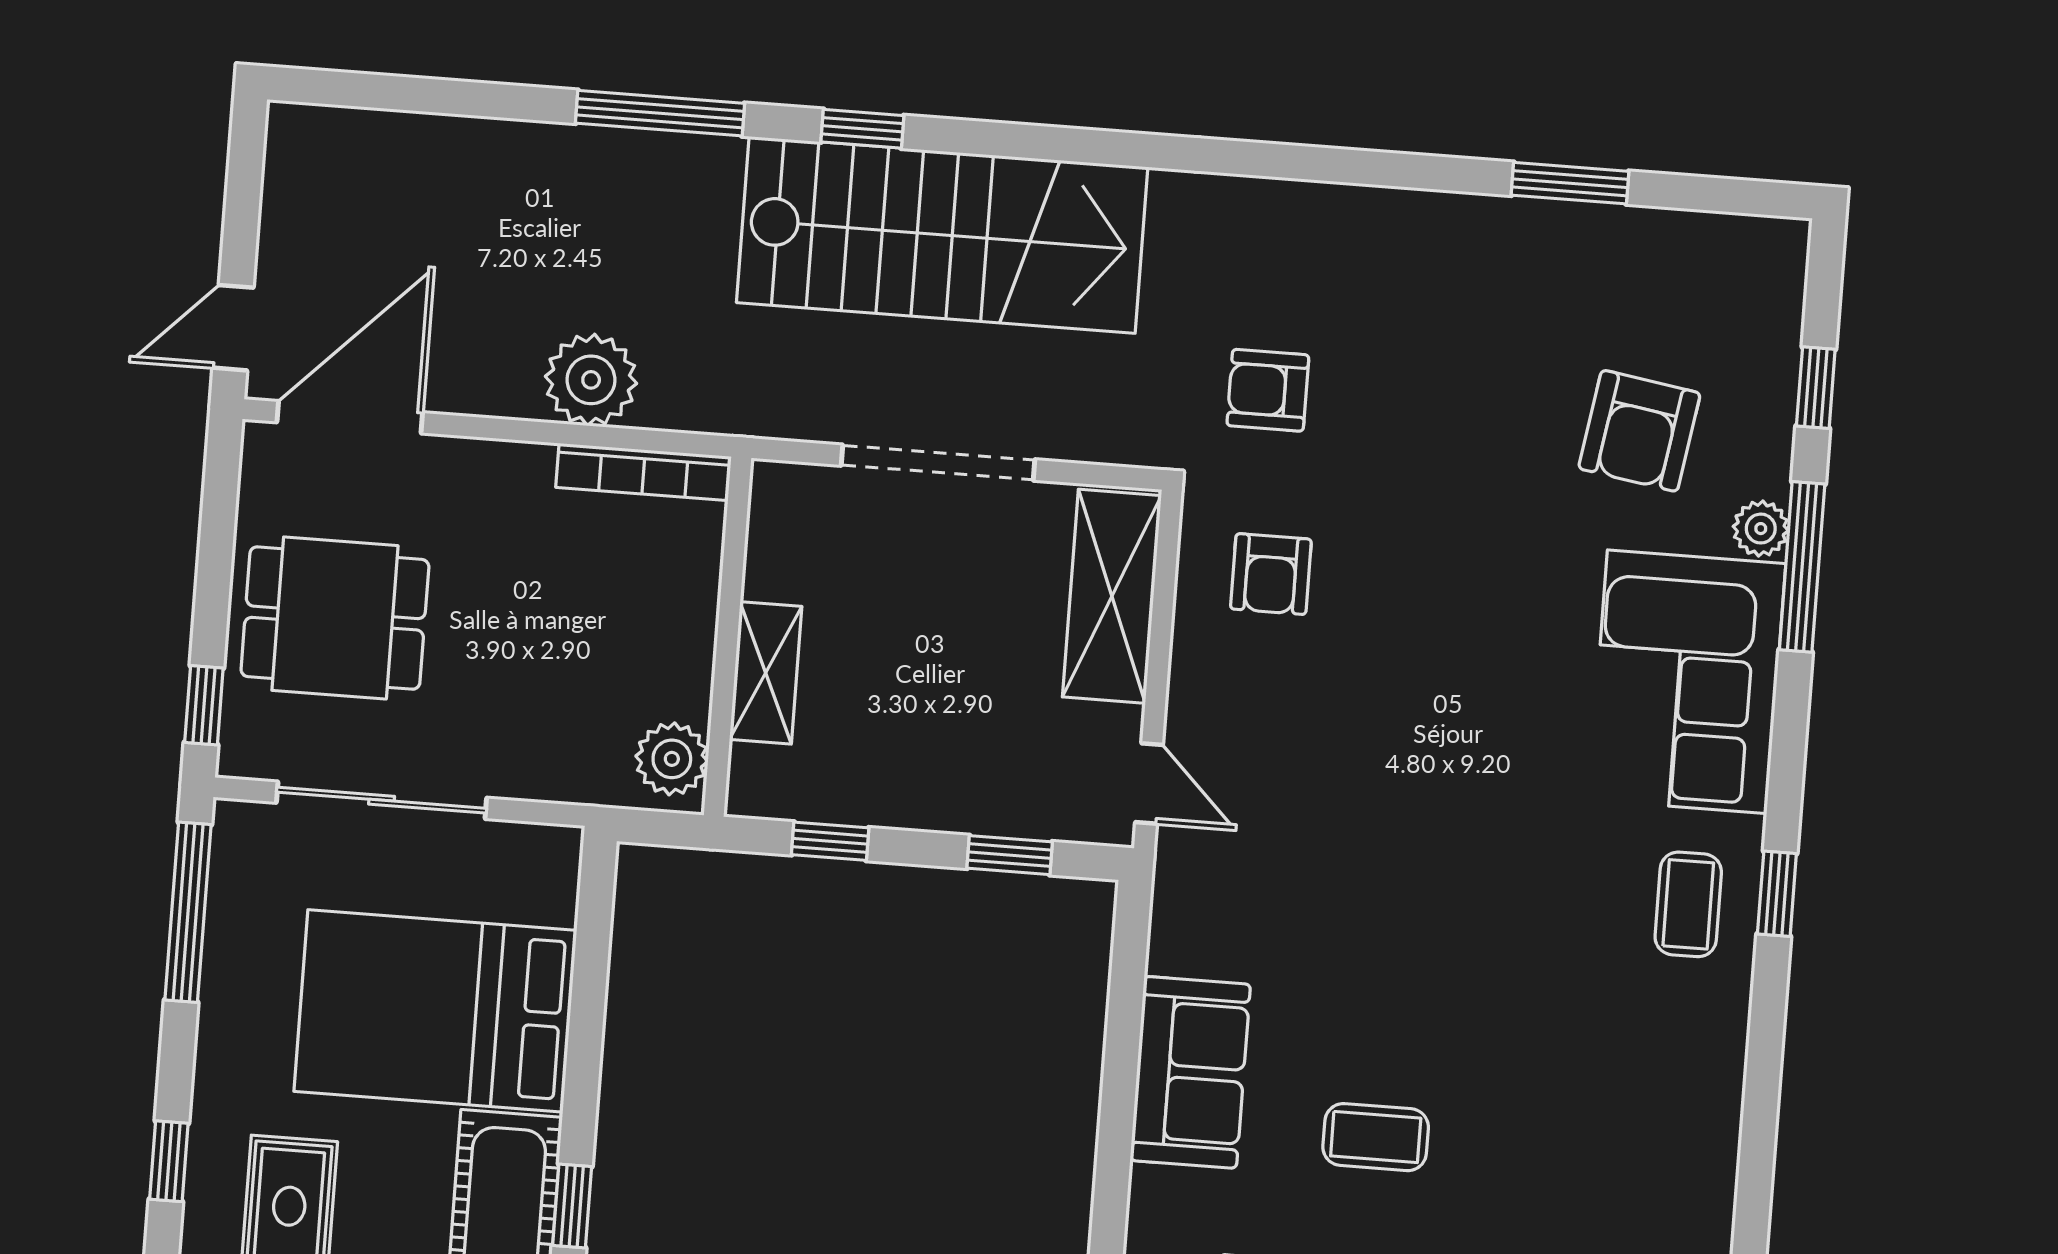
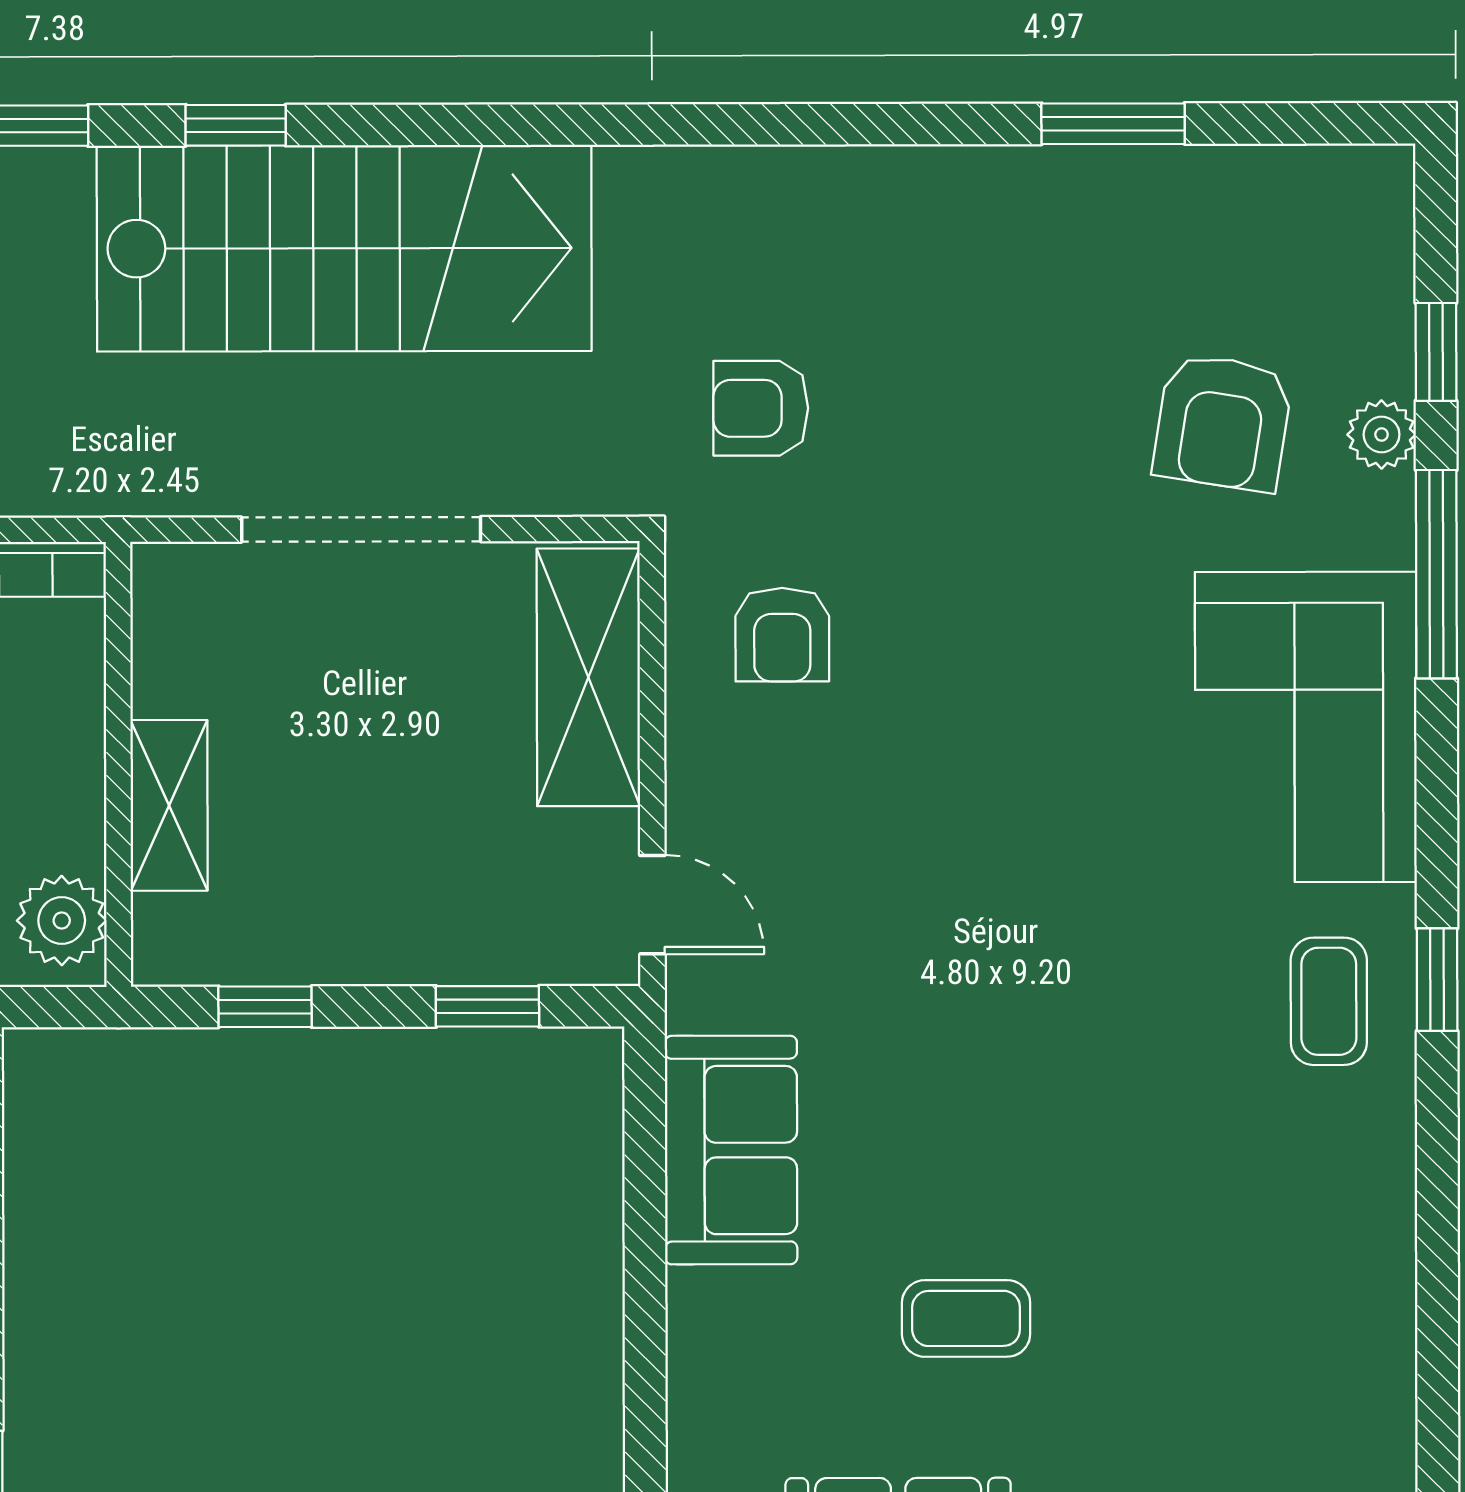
plant: (1761, 529) -> (1382, 435), moved
sofa: (1190, 1072) -> (731, 1150), moved

